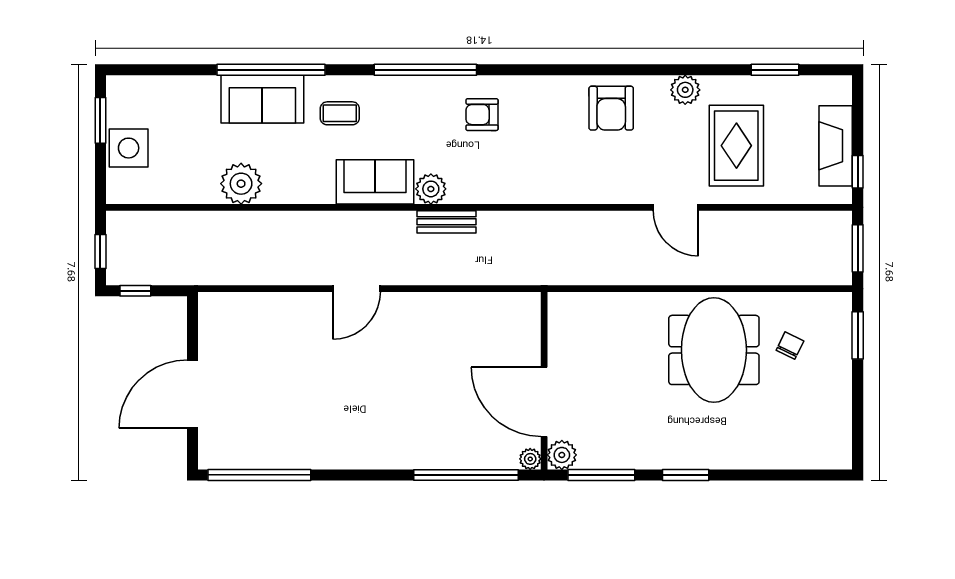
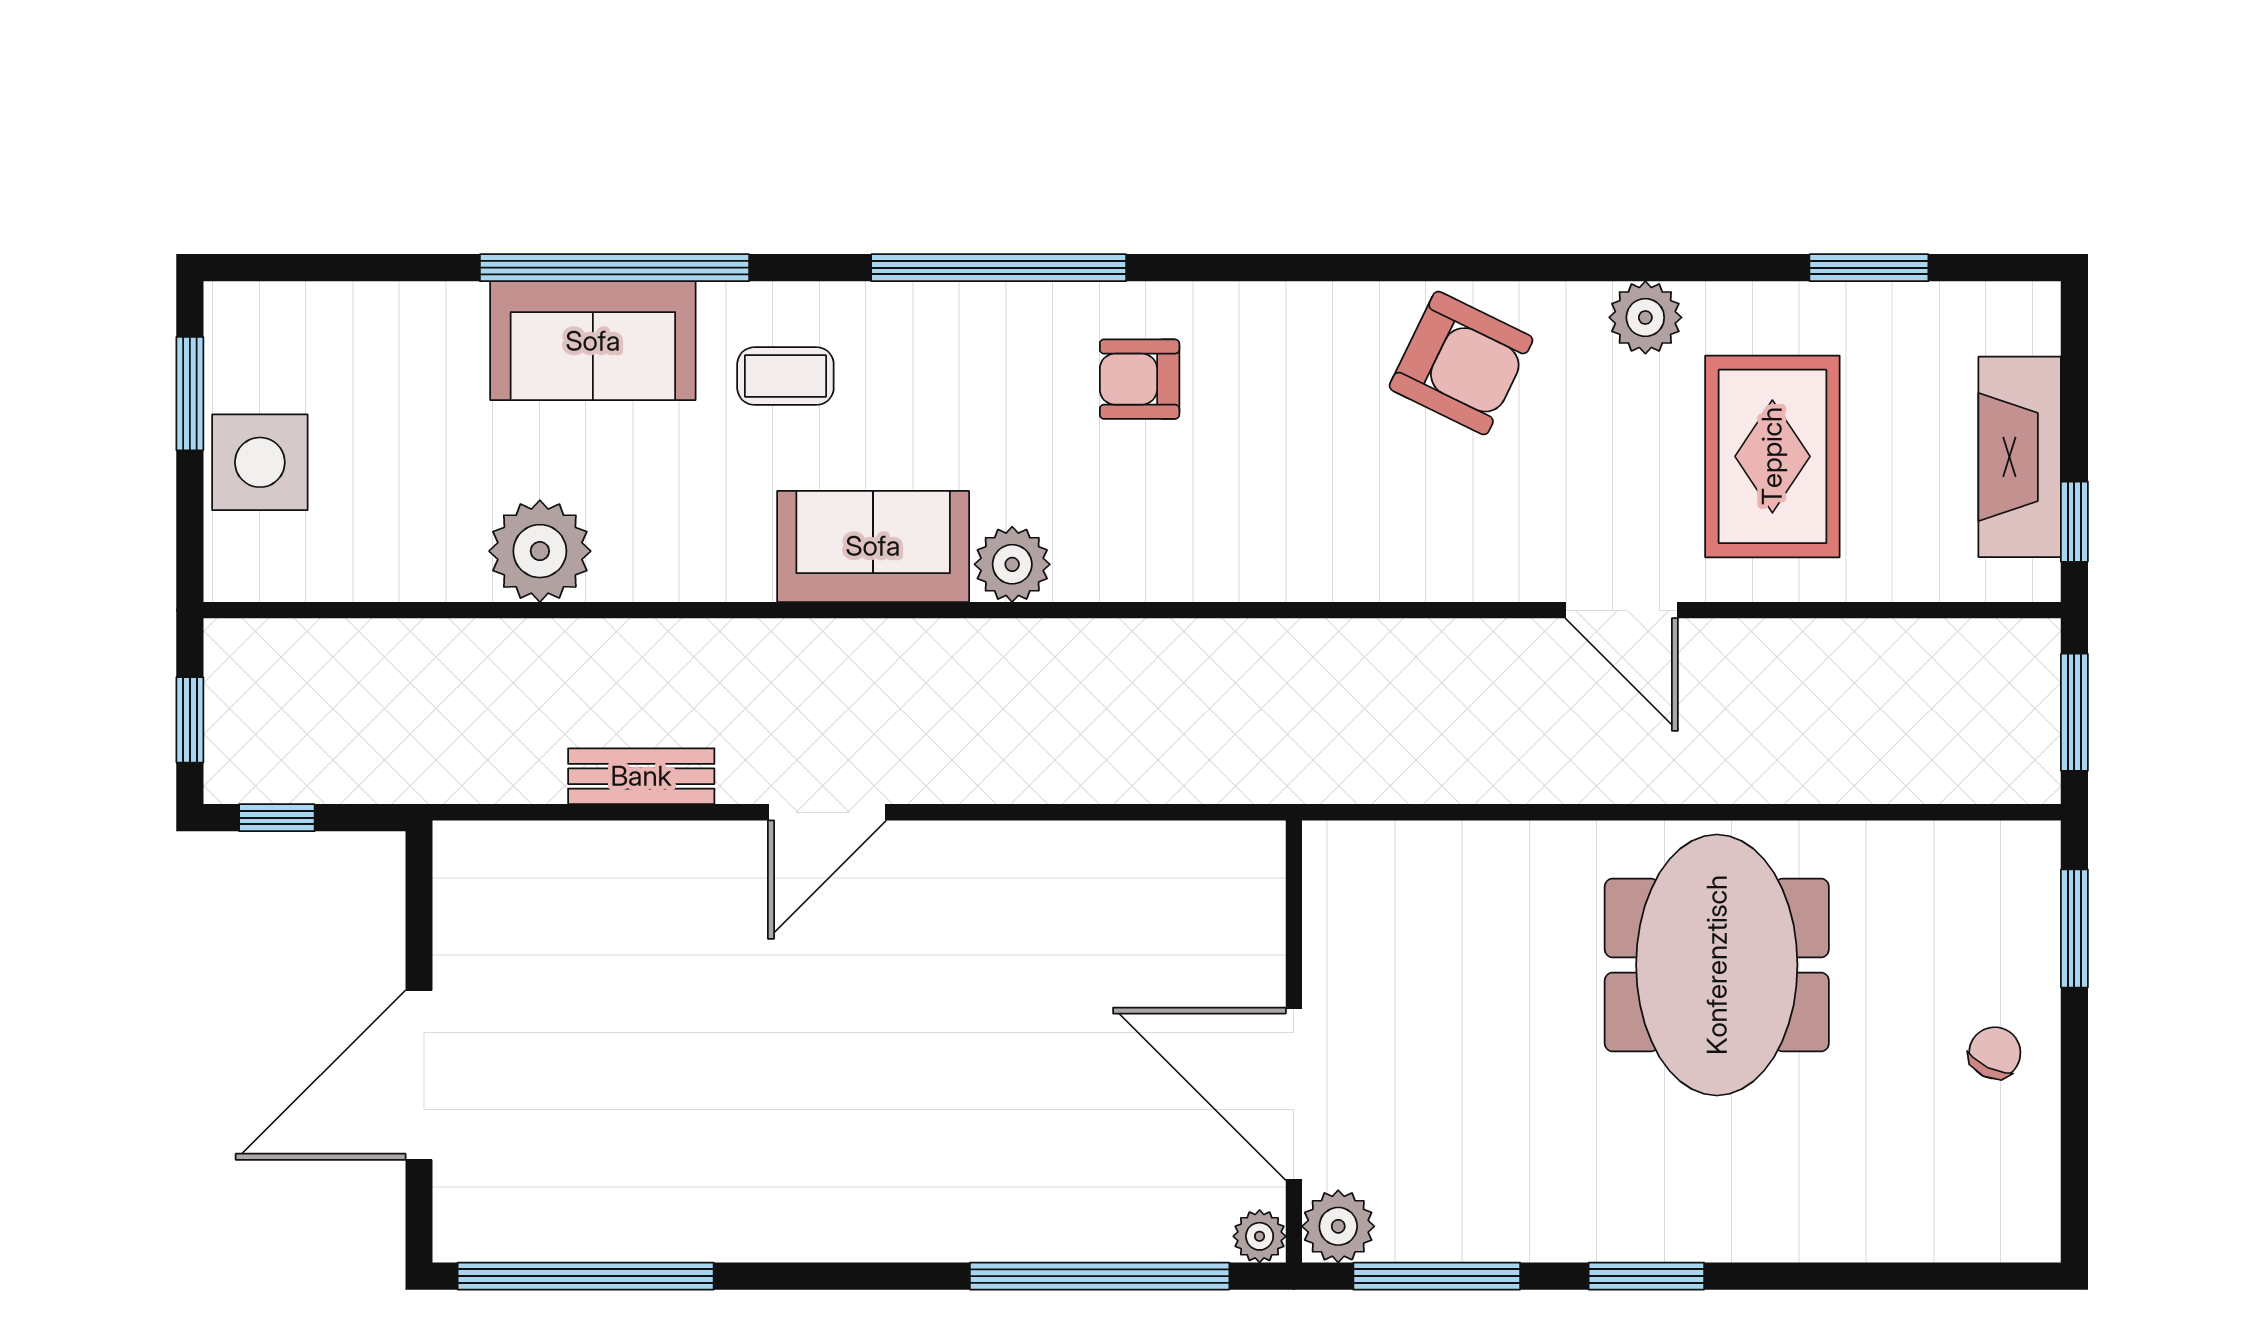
armchair: (611, 108) -> (1461, 363), turned -64
bench: (446, 222) -> (641, 776), moved
chair: (790, 346) -> (1995, 1053), moved

